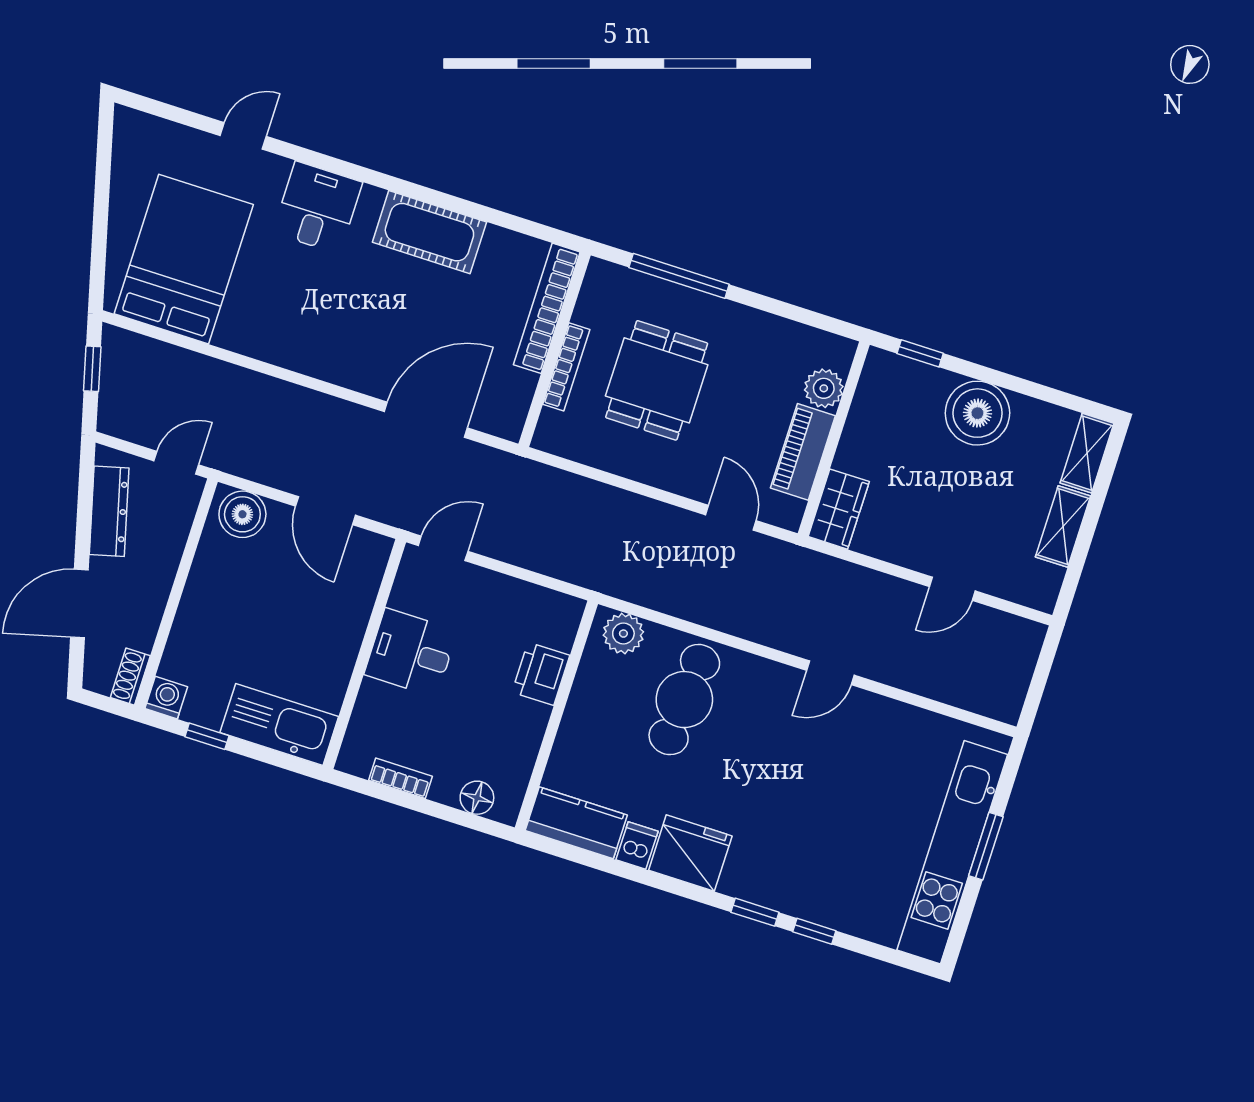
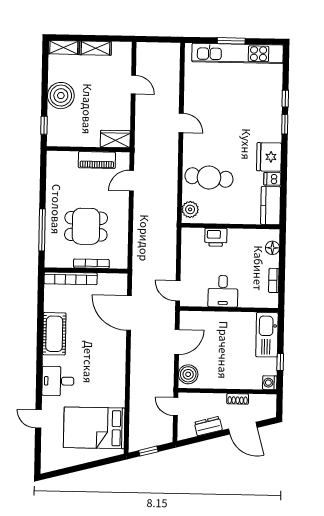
plant: (824, 388) -> (69, 159), removed
dresser: (109, 511) -> (208, 426), width x0.70
shoe rack: (130, 677) -> (238, 399), moved

